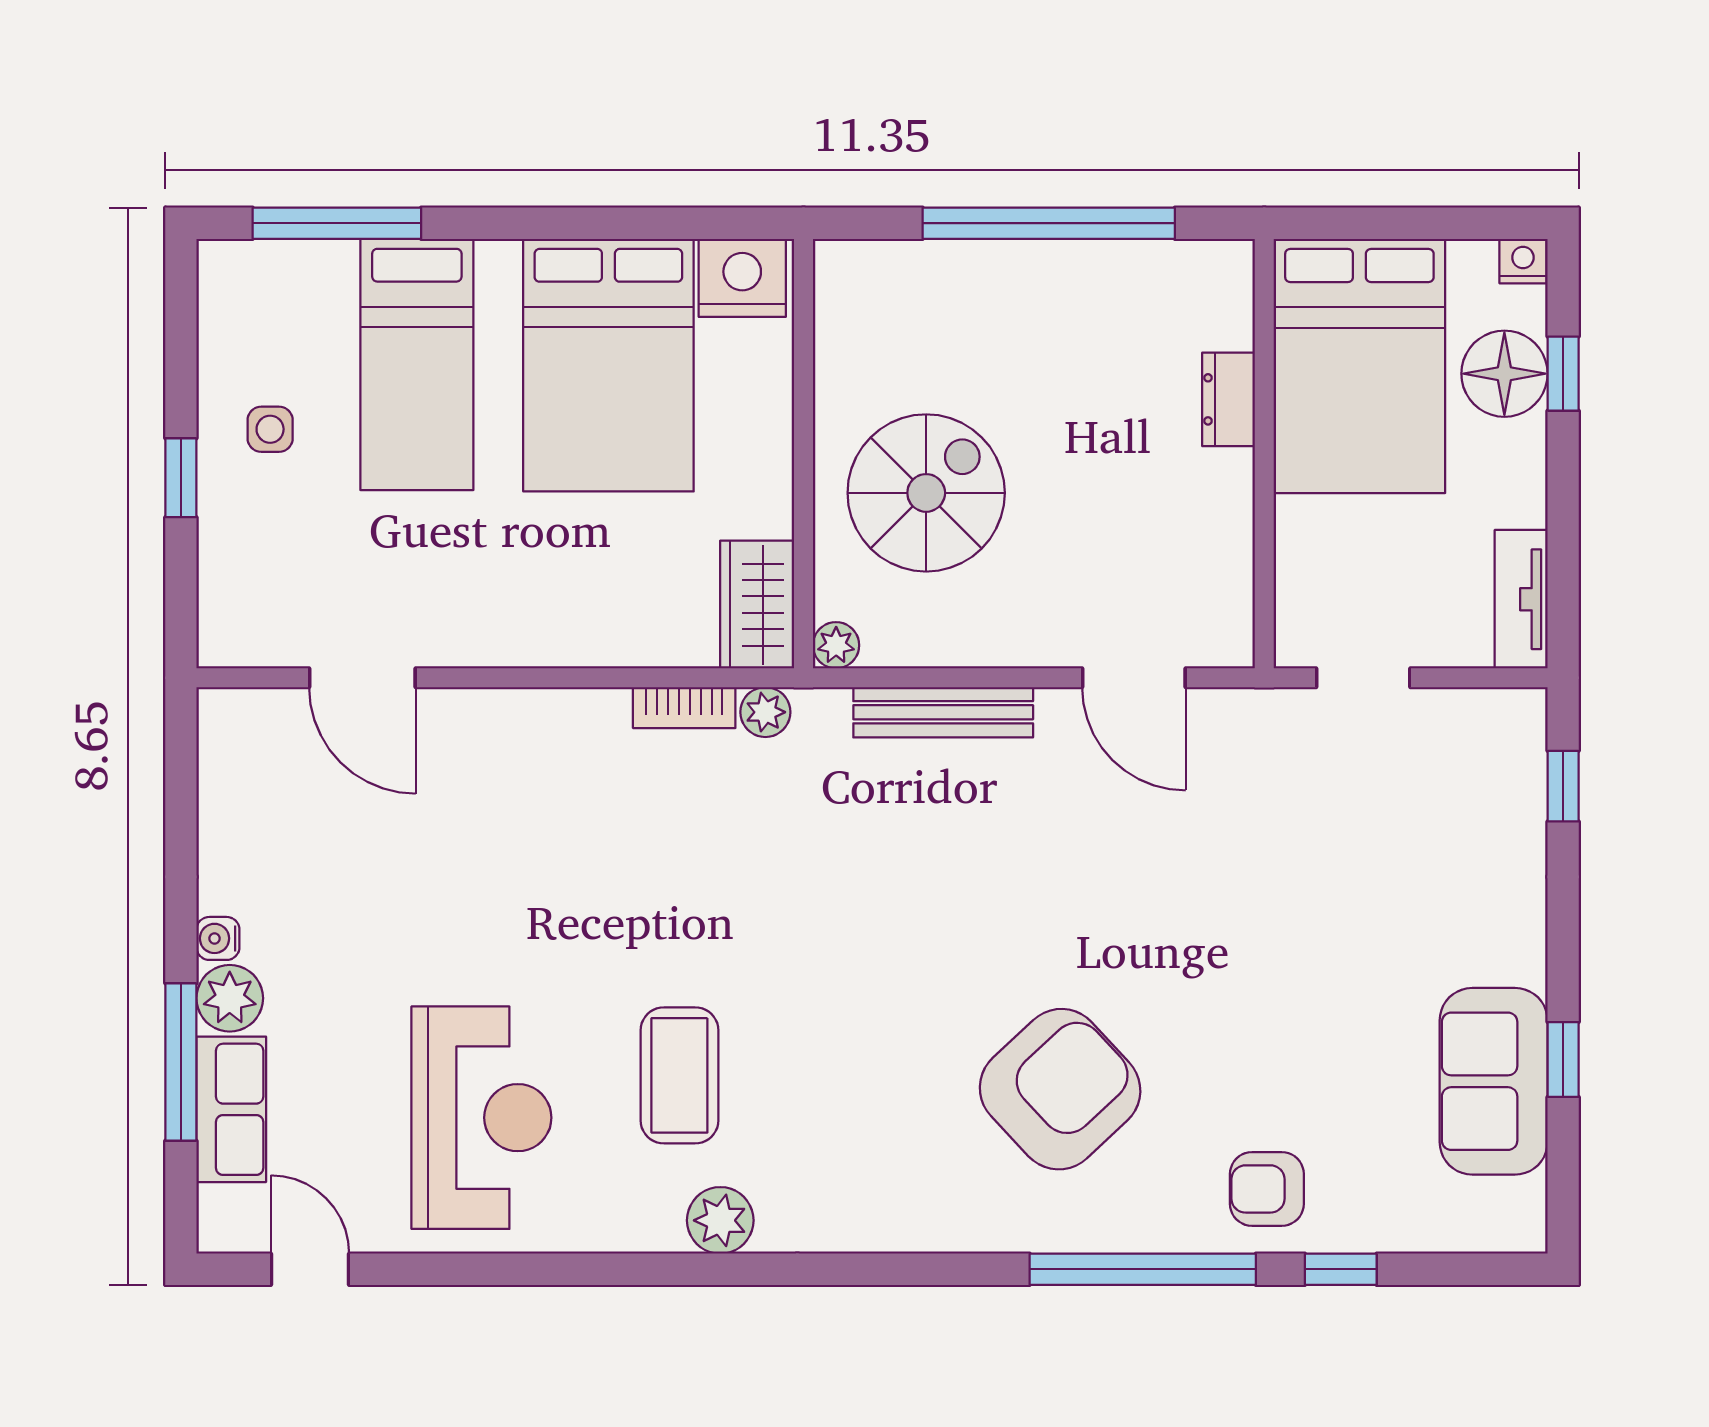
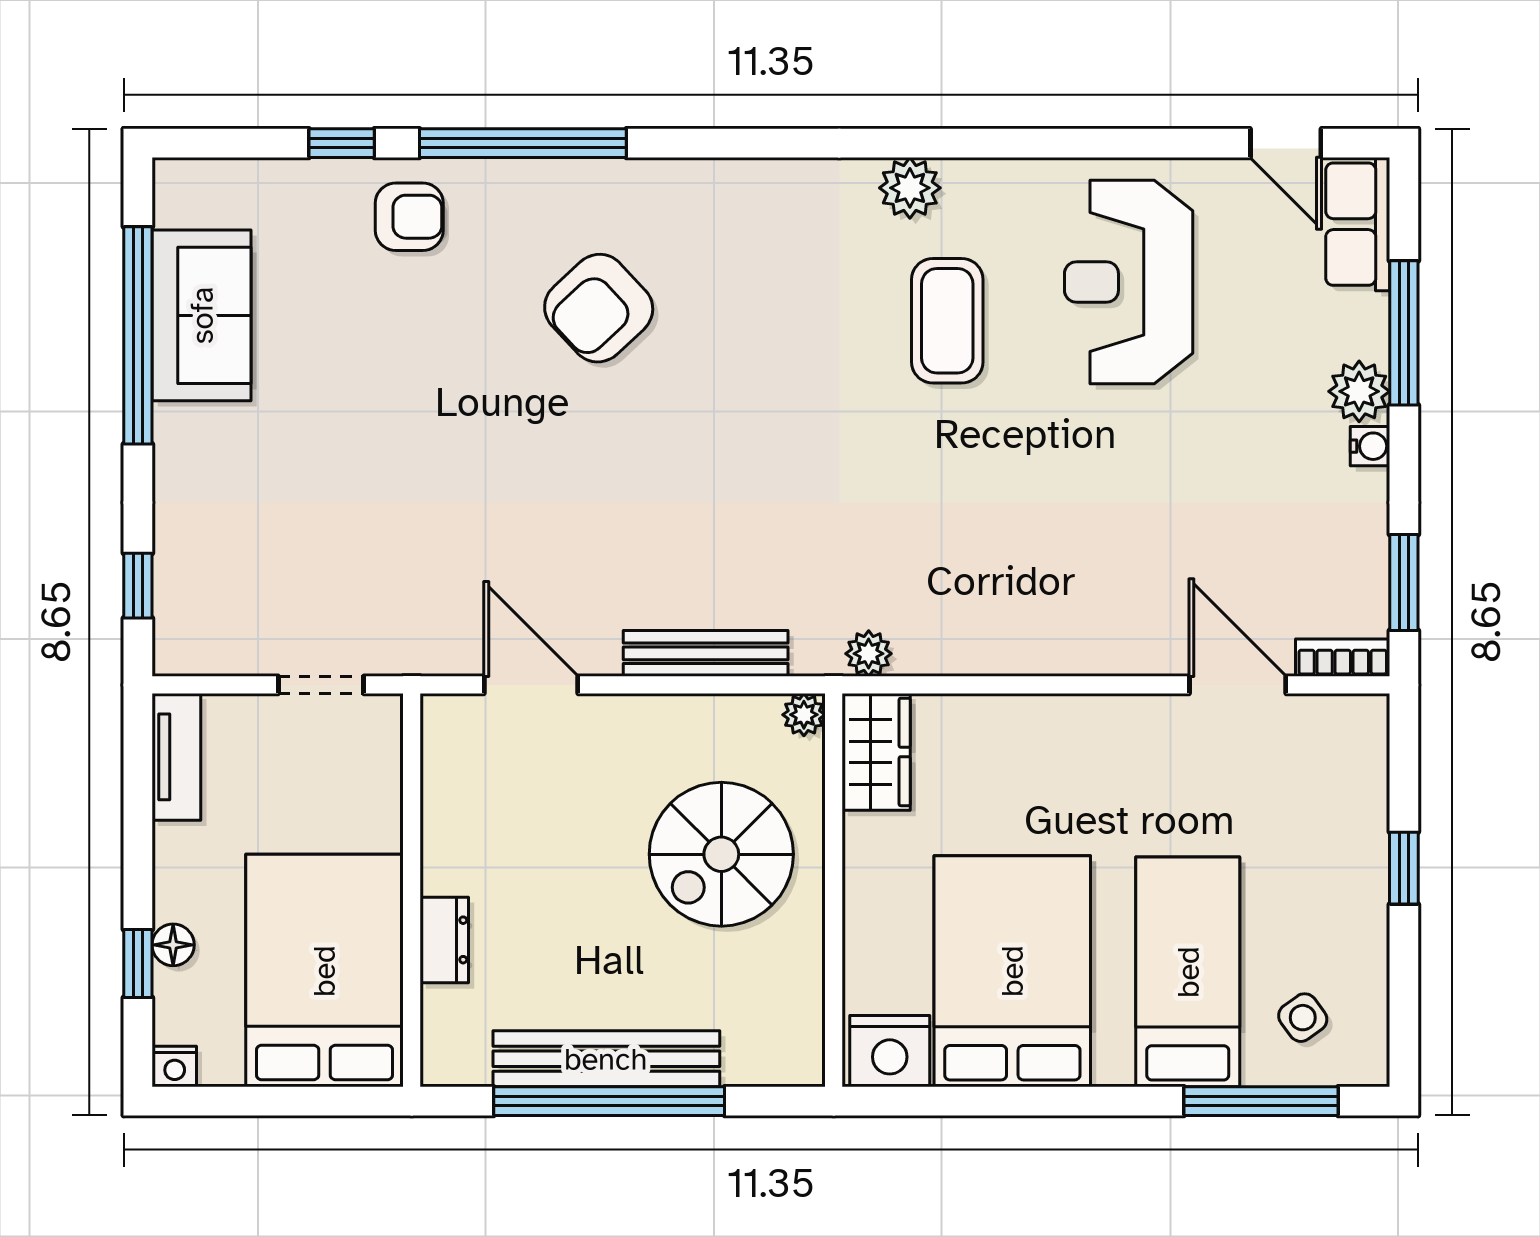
bench: (1052, 270) -> (606, 1059), added
floor lamp: (1504, 374) -> (173, 945), width x0.53, depth x0.53
side table: (270, 429) -> (1303, 1018), moved, turned -36
bookcase: (684, 708) -> (1343, 658), moved
window: (181, 790) -> (1404, 583), added
window: (1563, 1059) -> (138, 335), width x3.17
armchair: (1060, 1089) -> (599, 308), width x0.73, depth x0.73
row of seats: (231, 1109) -> (1358, 224), moved

